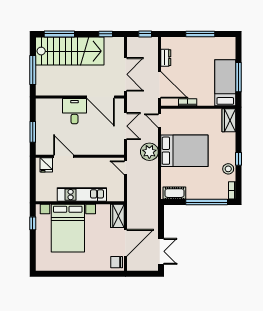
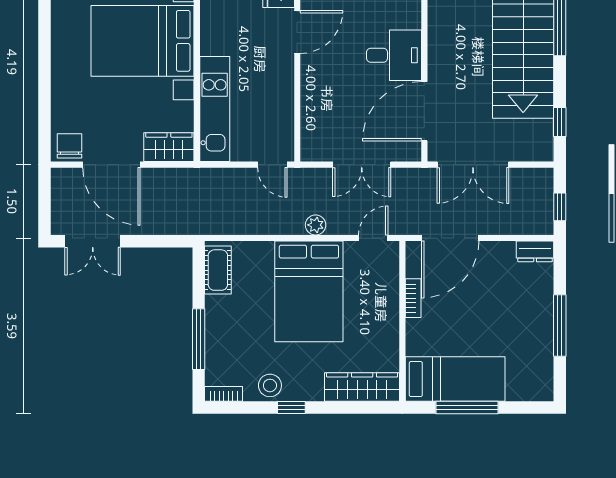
dresser: (166, 58) -> (535, 251), moved
wardrobe: (229, 120) -> (362, 387), width x1.50
plant: (149, 152) -> (316, 225), width x0.53, depth x0.53
door: (125, 168) -> (272, 165), swing flipped
kitchen unit: (82, 195) -> (215, 109), moved
window: (207, 202) -> (199, 339), width x0.68

